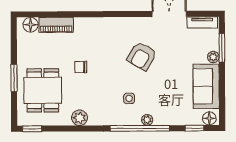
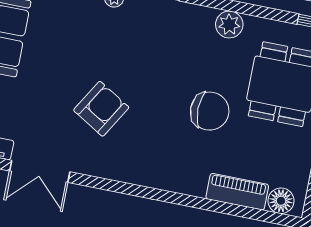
chair: (81, 67) -> (210, 111), width x1.87, depth x1.87
side table: (129, 98) -> (138, 41), removed

